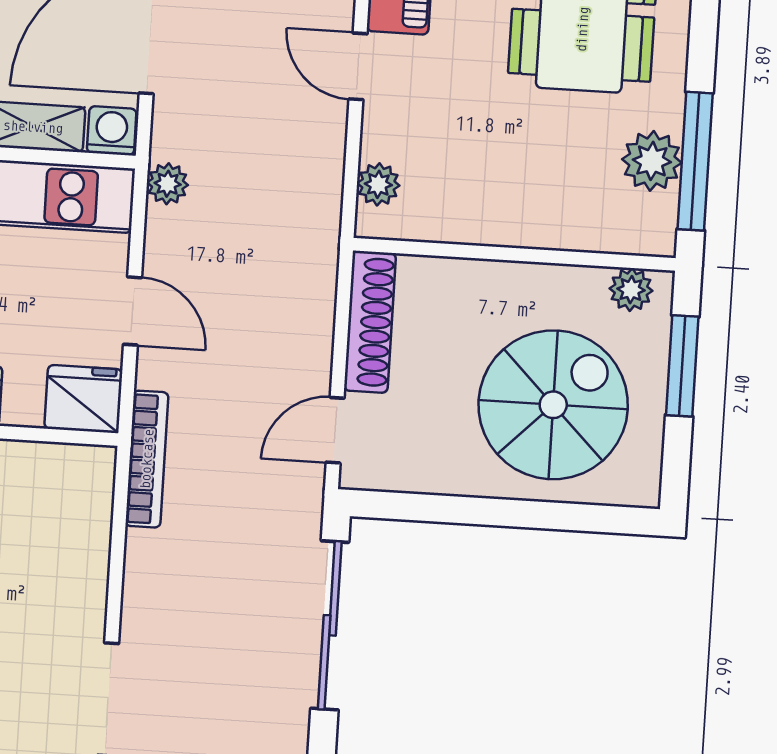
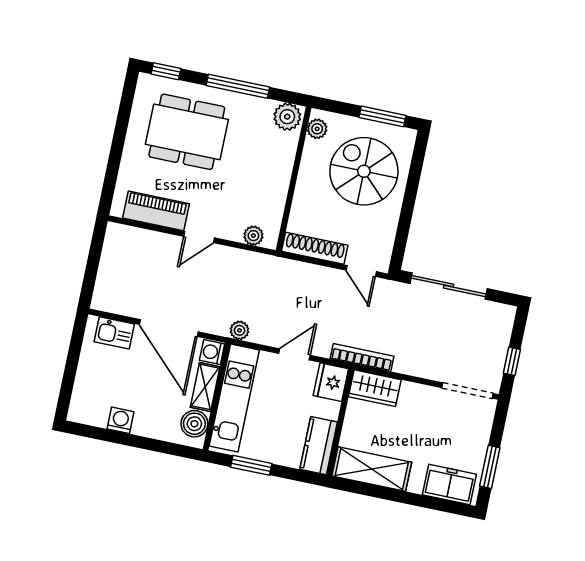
plant: (652, 161) -> (287, 117), moved
window: (695, 161) -> (238, 86), moved
window: (682, 366) -> (382, 116), moved
wardrobe: (84, 497) -> (375, 388), added

